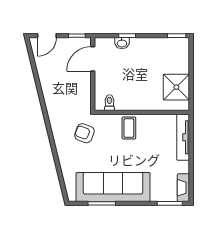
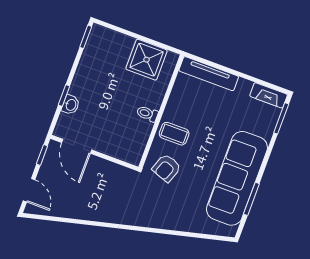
toilet: (109, 103) -> (147, 114), moved
armchair: (84, 133) -> (166, 168), moved

